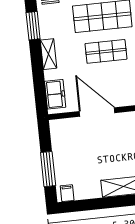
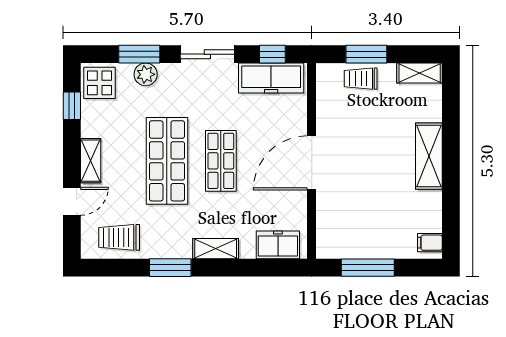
door: (97, 112) -> (312, 163), moved
window: (48, 169) -> (368, 268), moved

